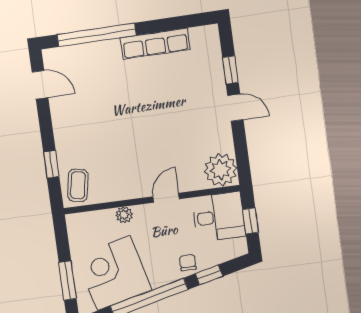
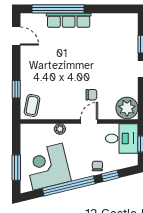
row of seats: (155, 44) -> (69, 20), moved
chair: (164, 157) -> (91, 95), added

